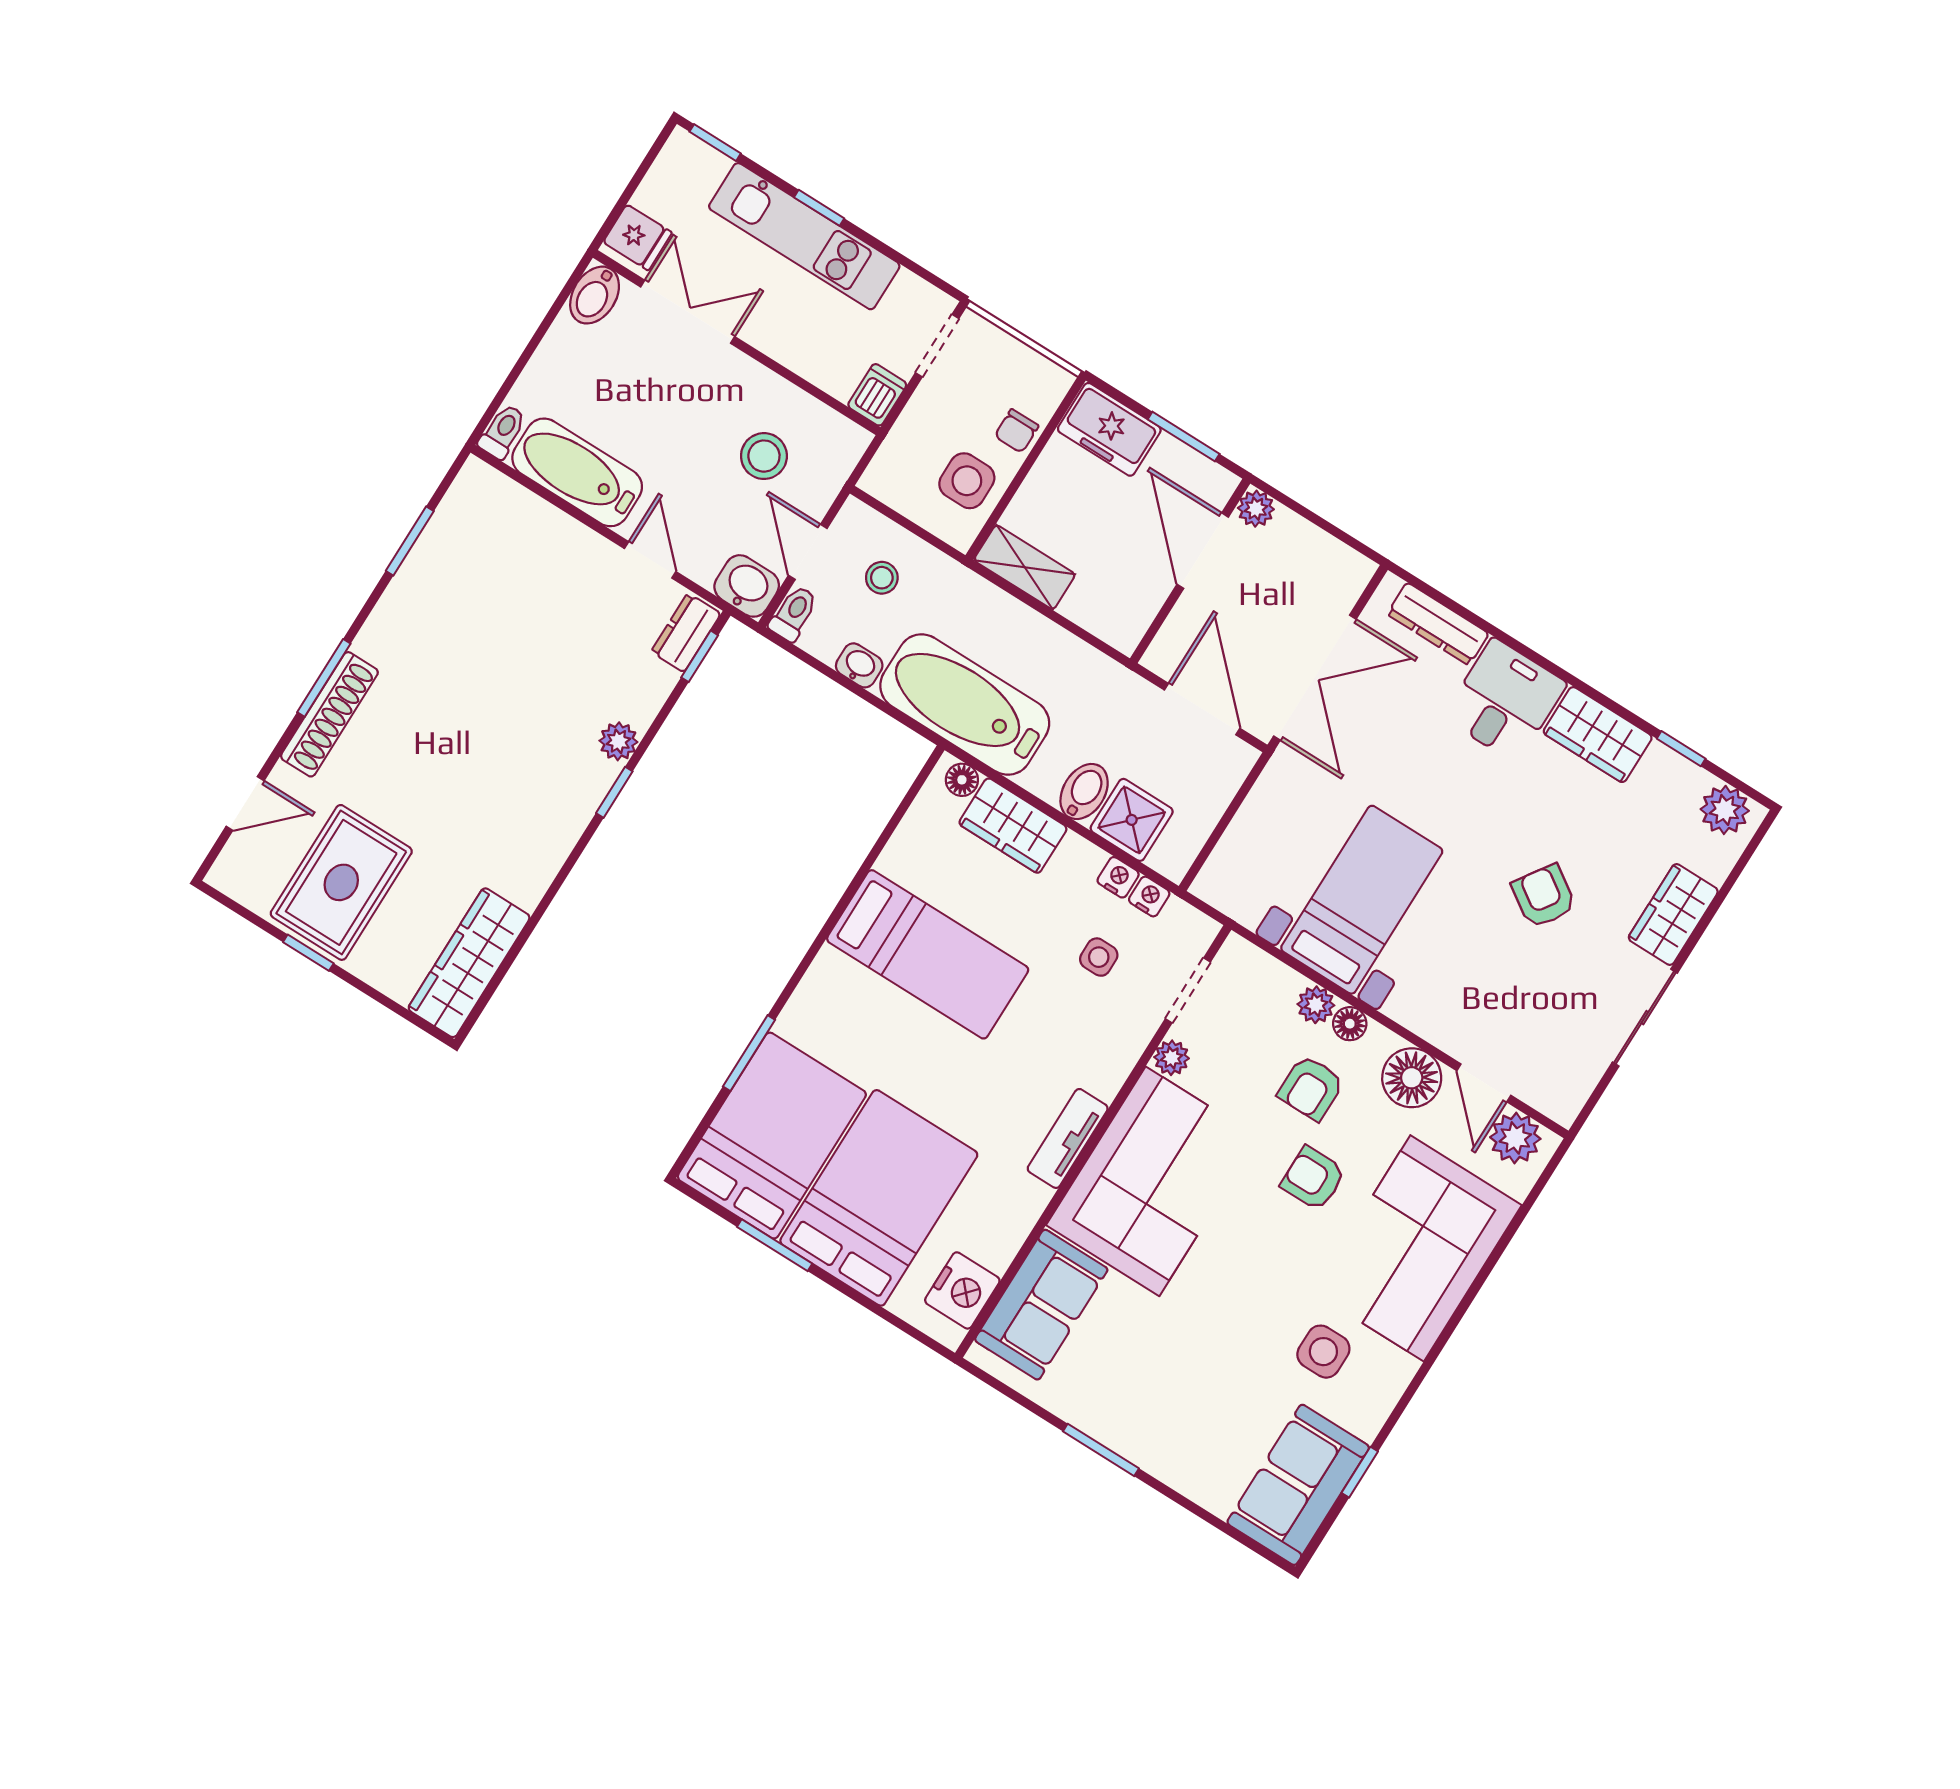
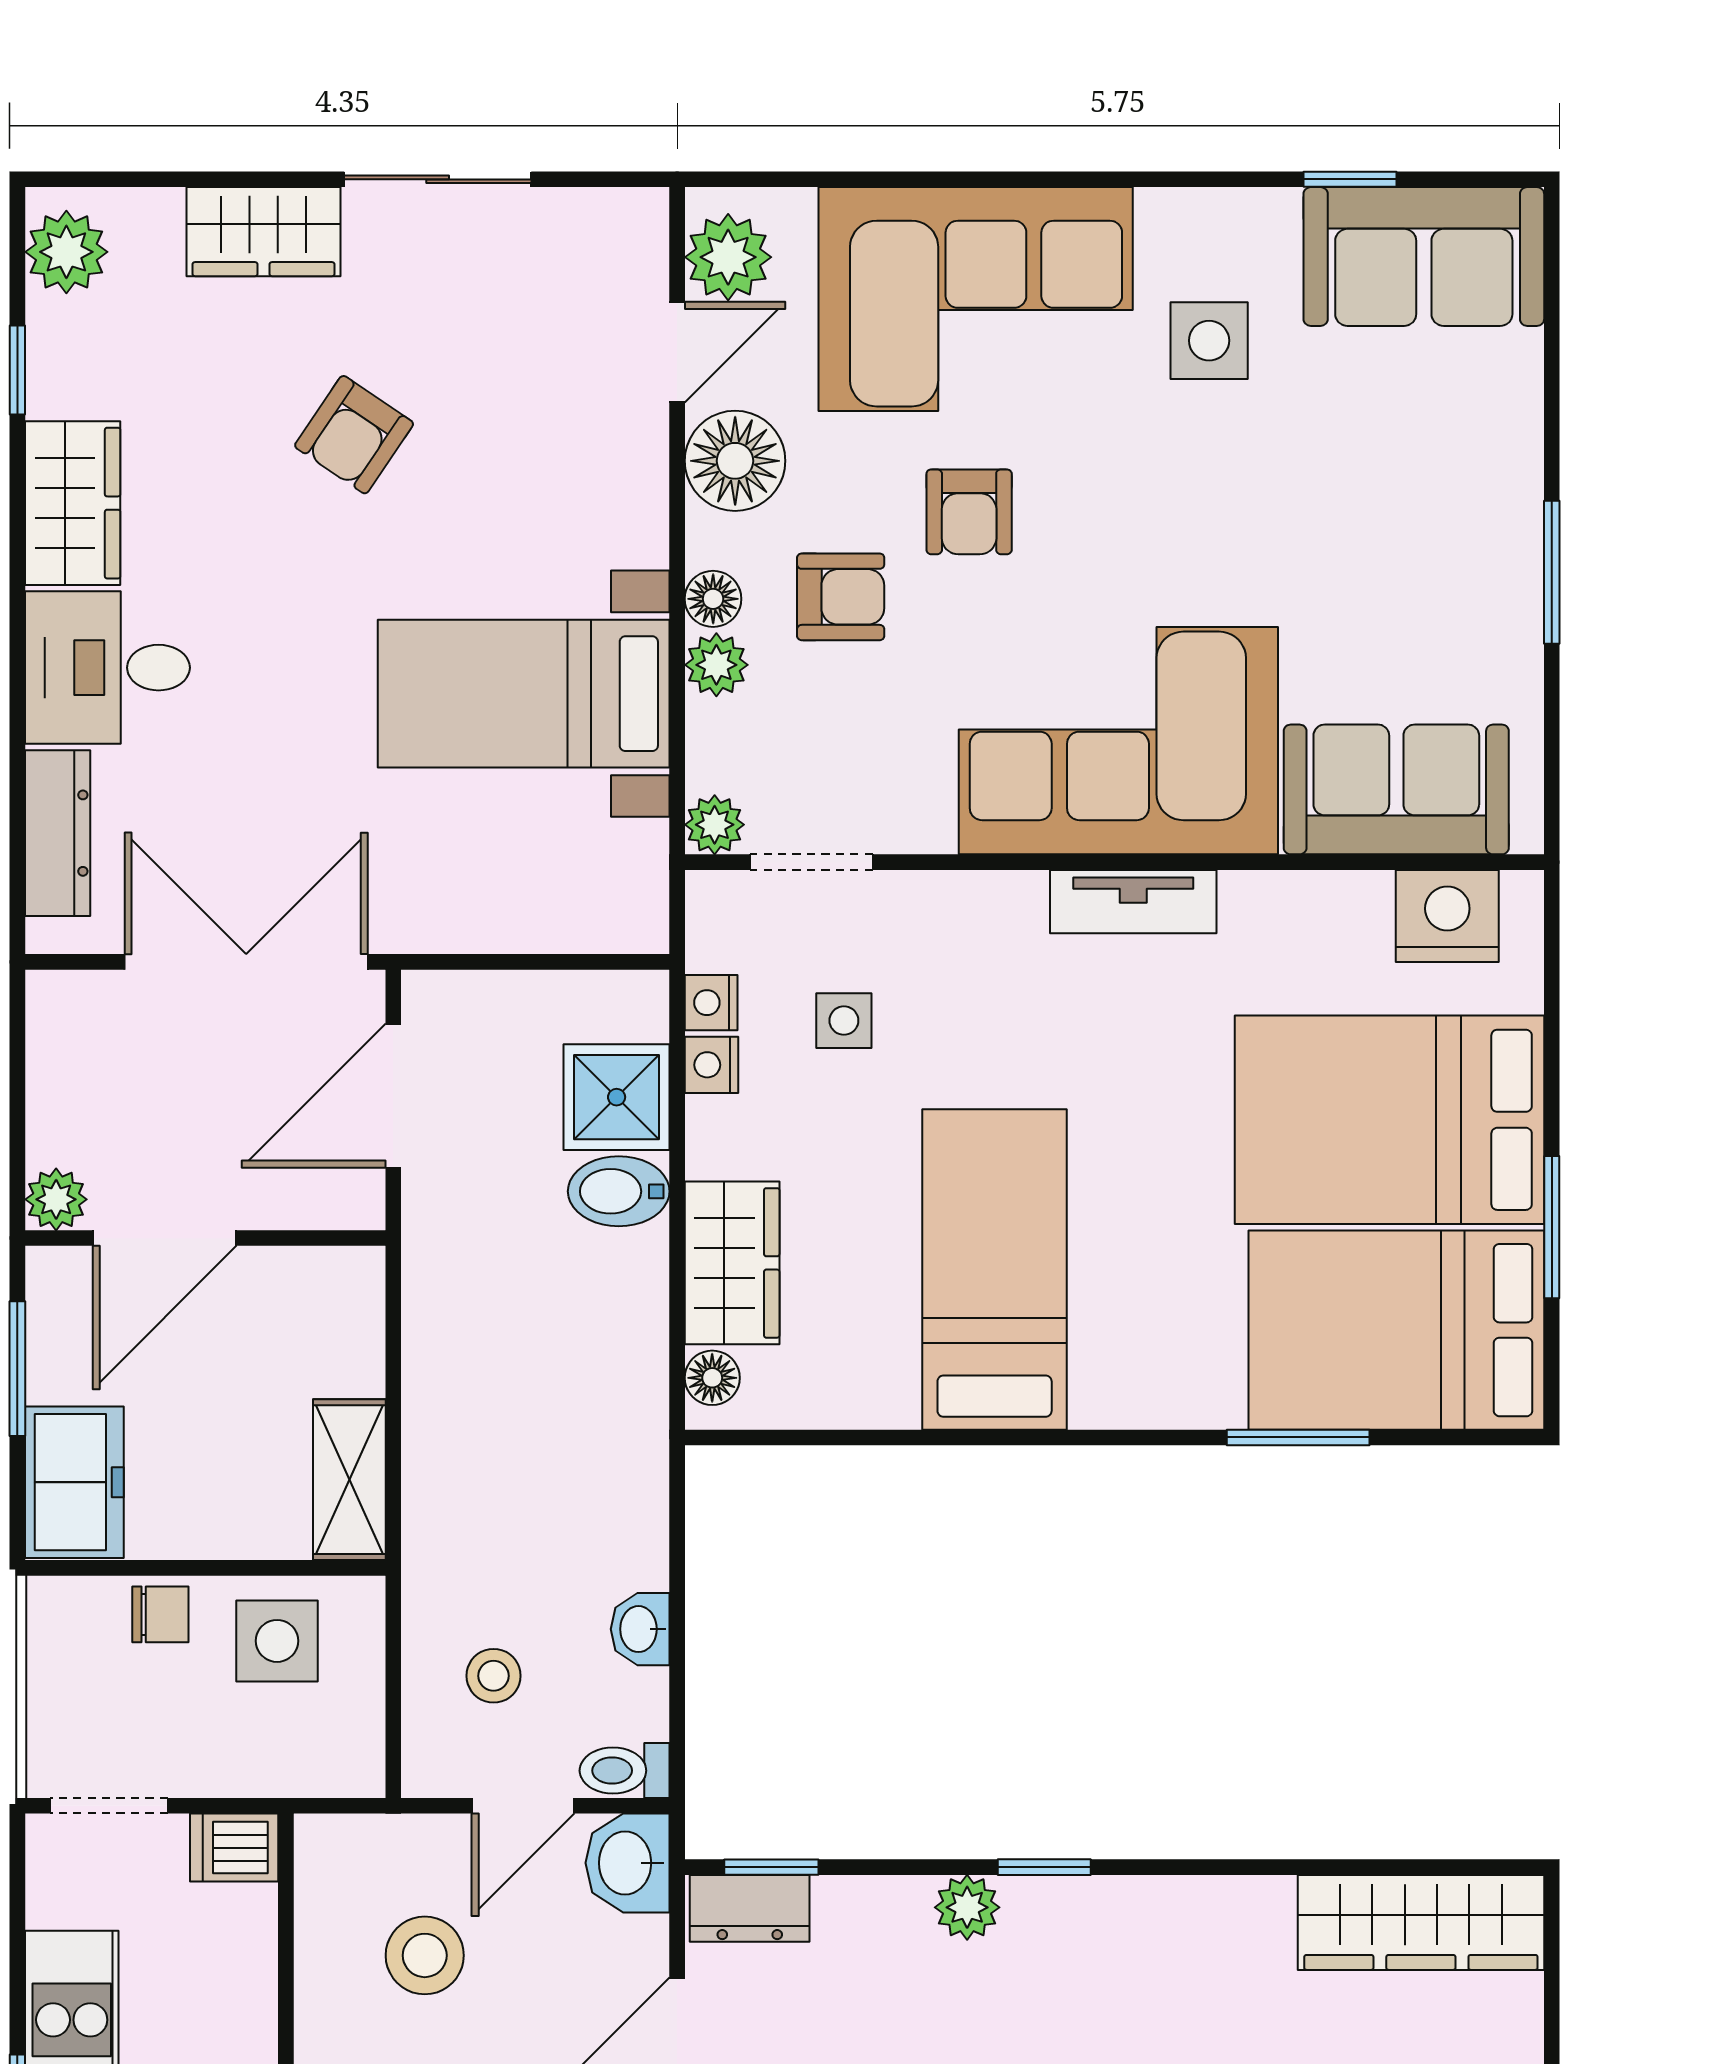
bathtub: (965, 704) -> (601, 1442), removed
plant: (1172, 1058) -> (715, 825), moved

